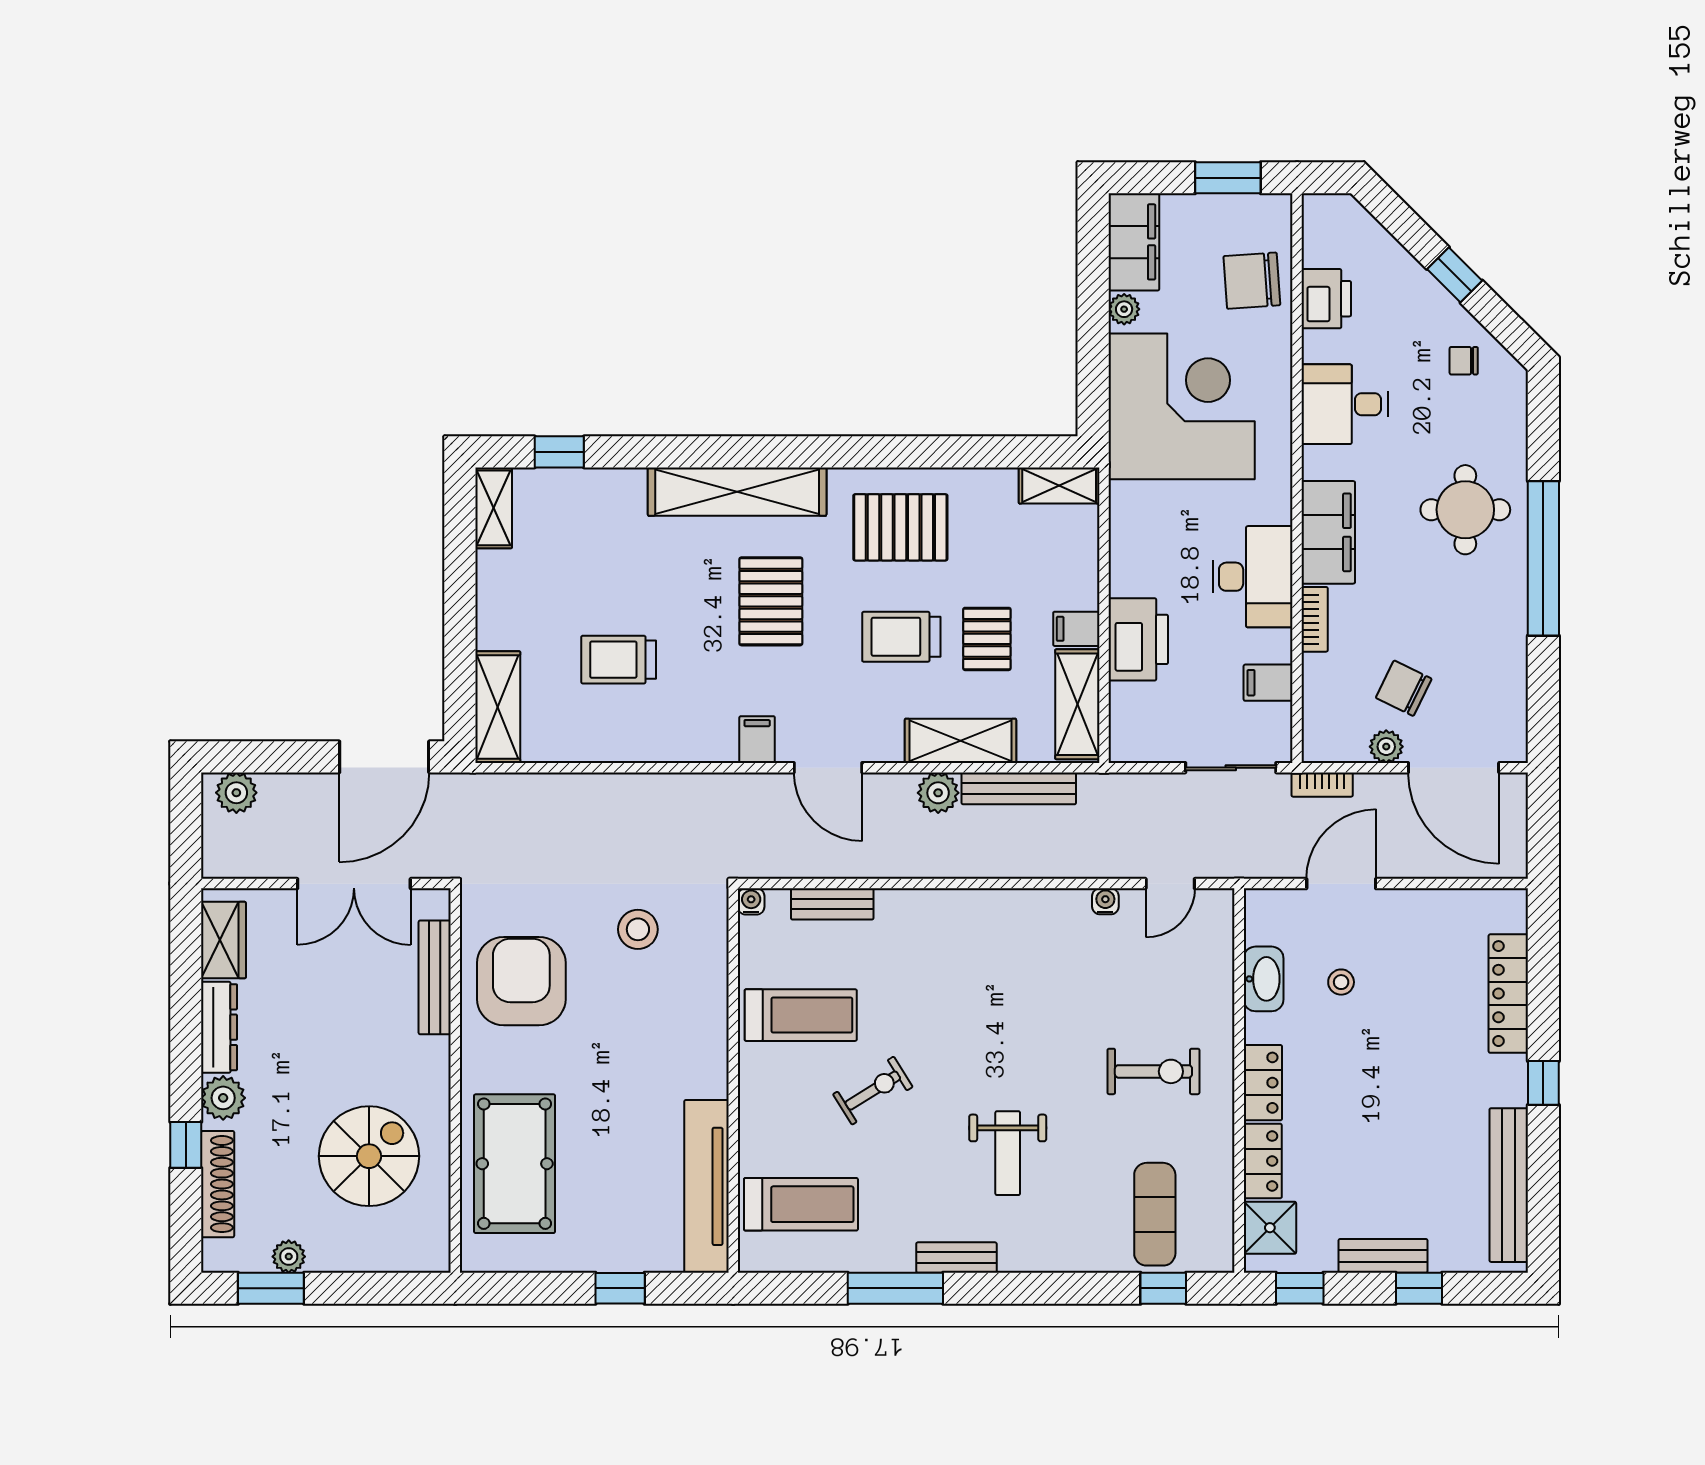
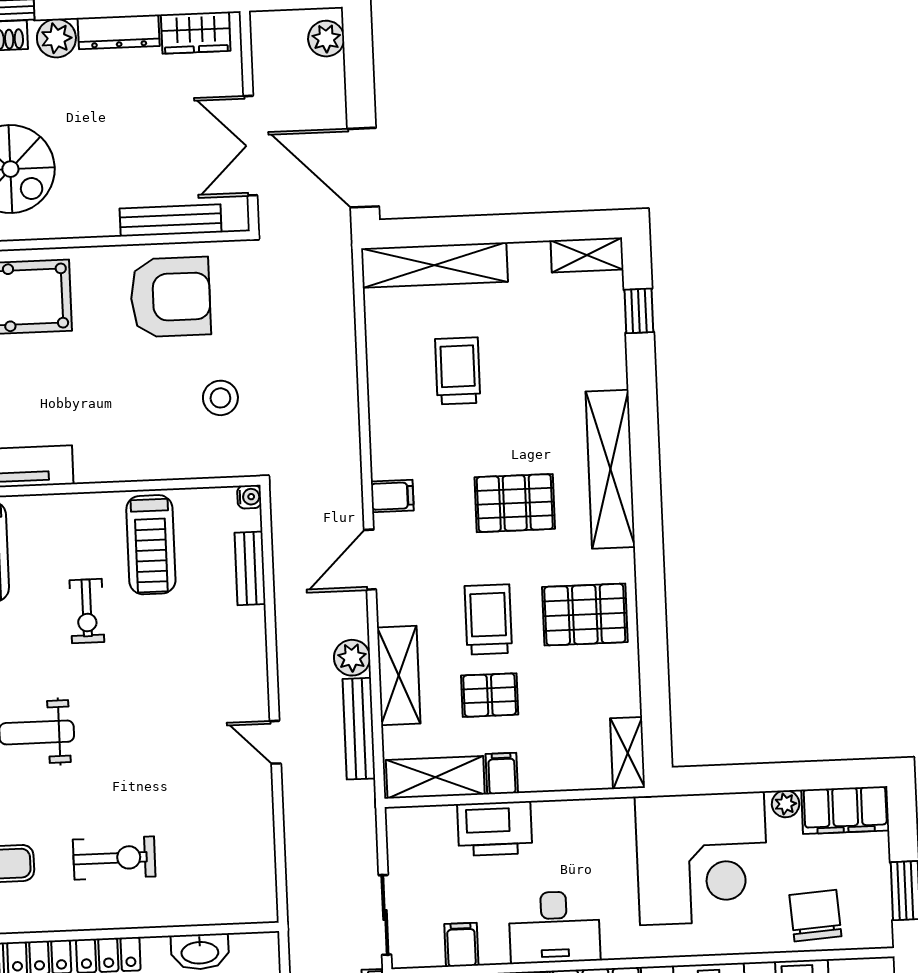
pallet: (900, 527) -> (585, 615), turned 90
shelving: (498, 707) -> (434, 265), width x1.47
door: (1170, 884) -> (275, 742), moved
water cooler: (1105, 901) -> (262, 809), removed
exercise bike: (1153, 1071) -> (114, 858), turned -90
exercise bike: (873, 1091) -> (87, 611), turned 32

